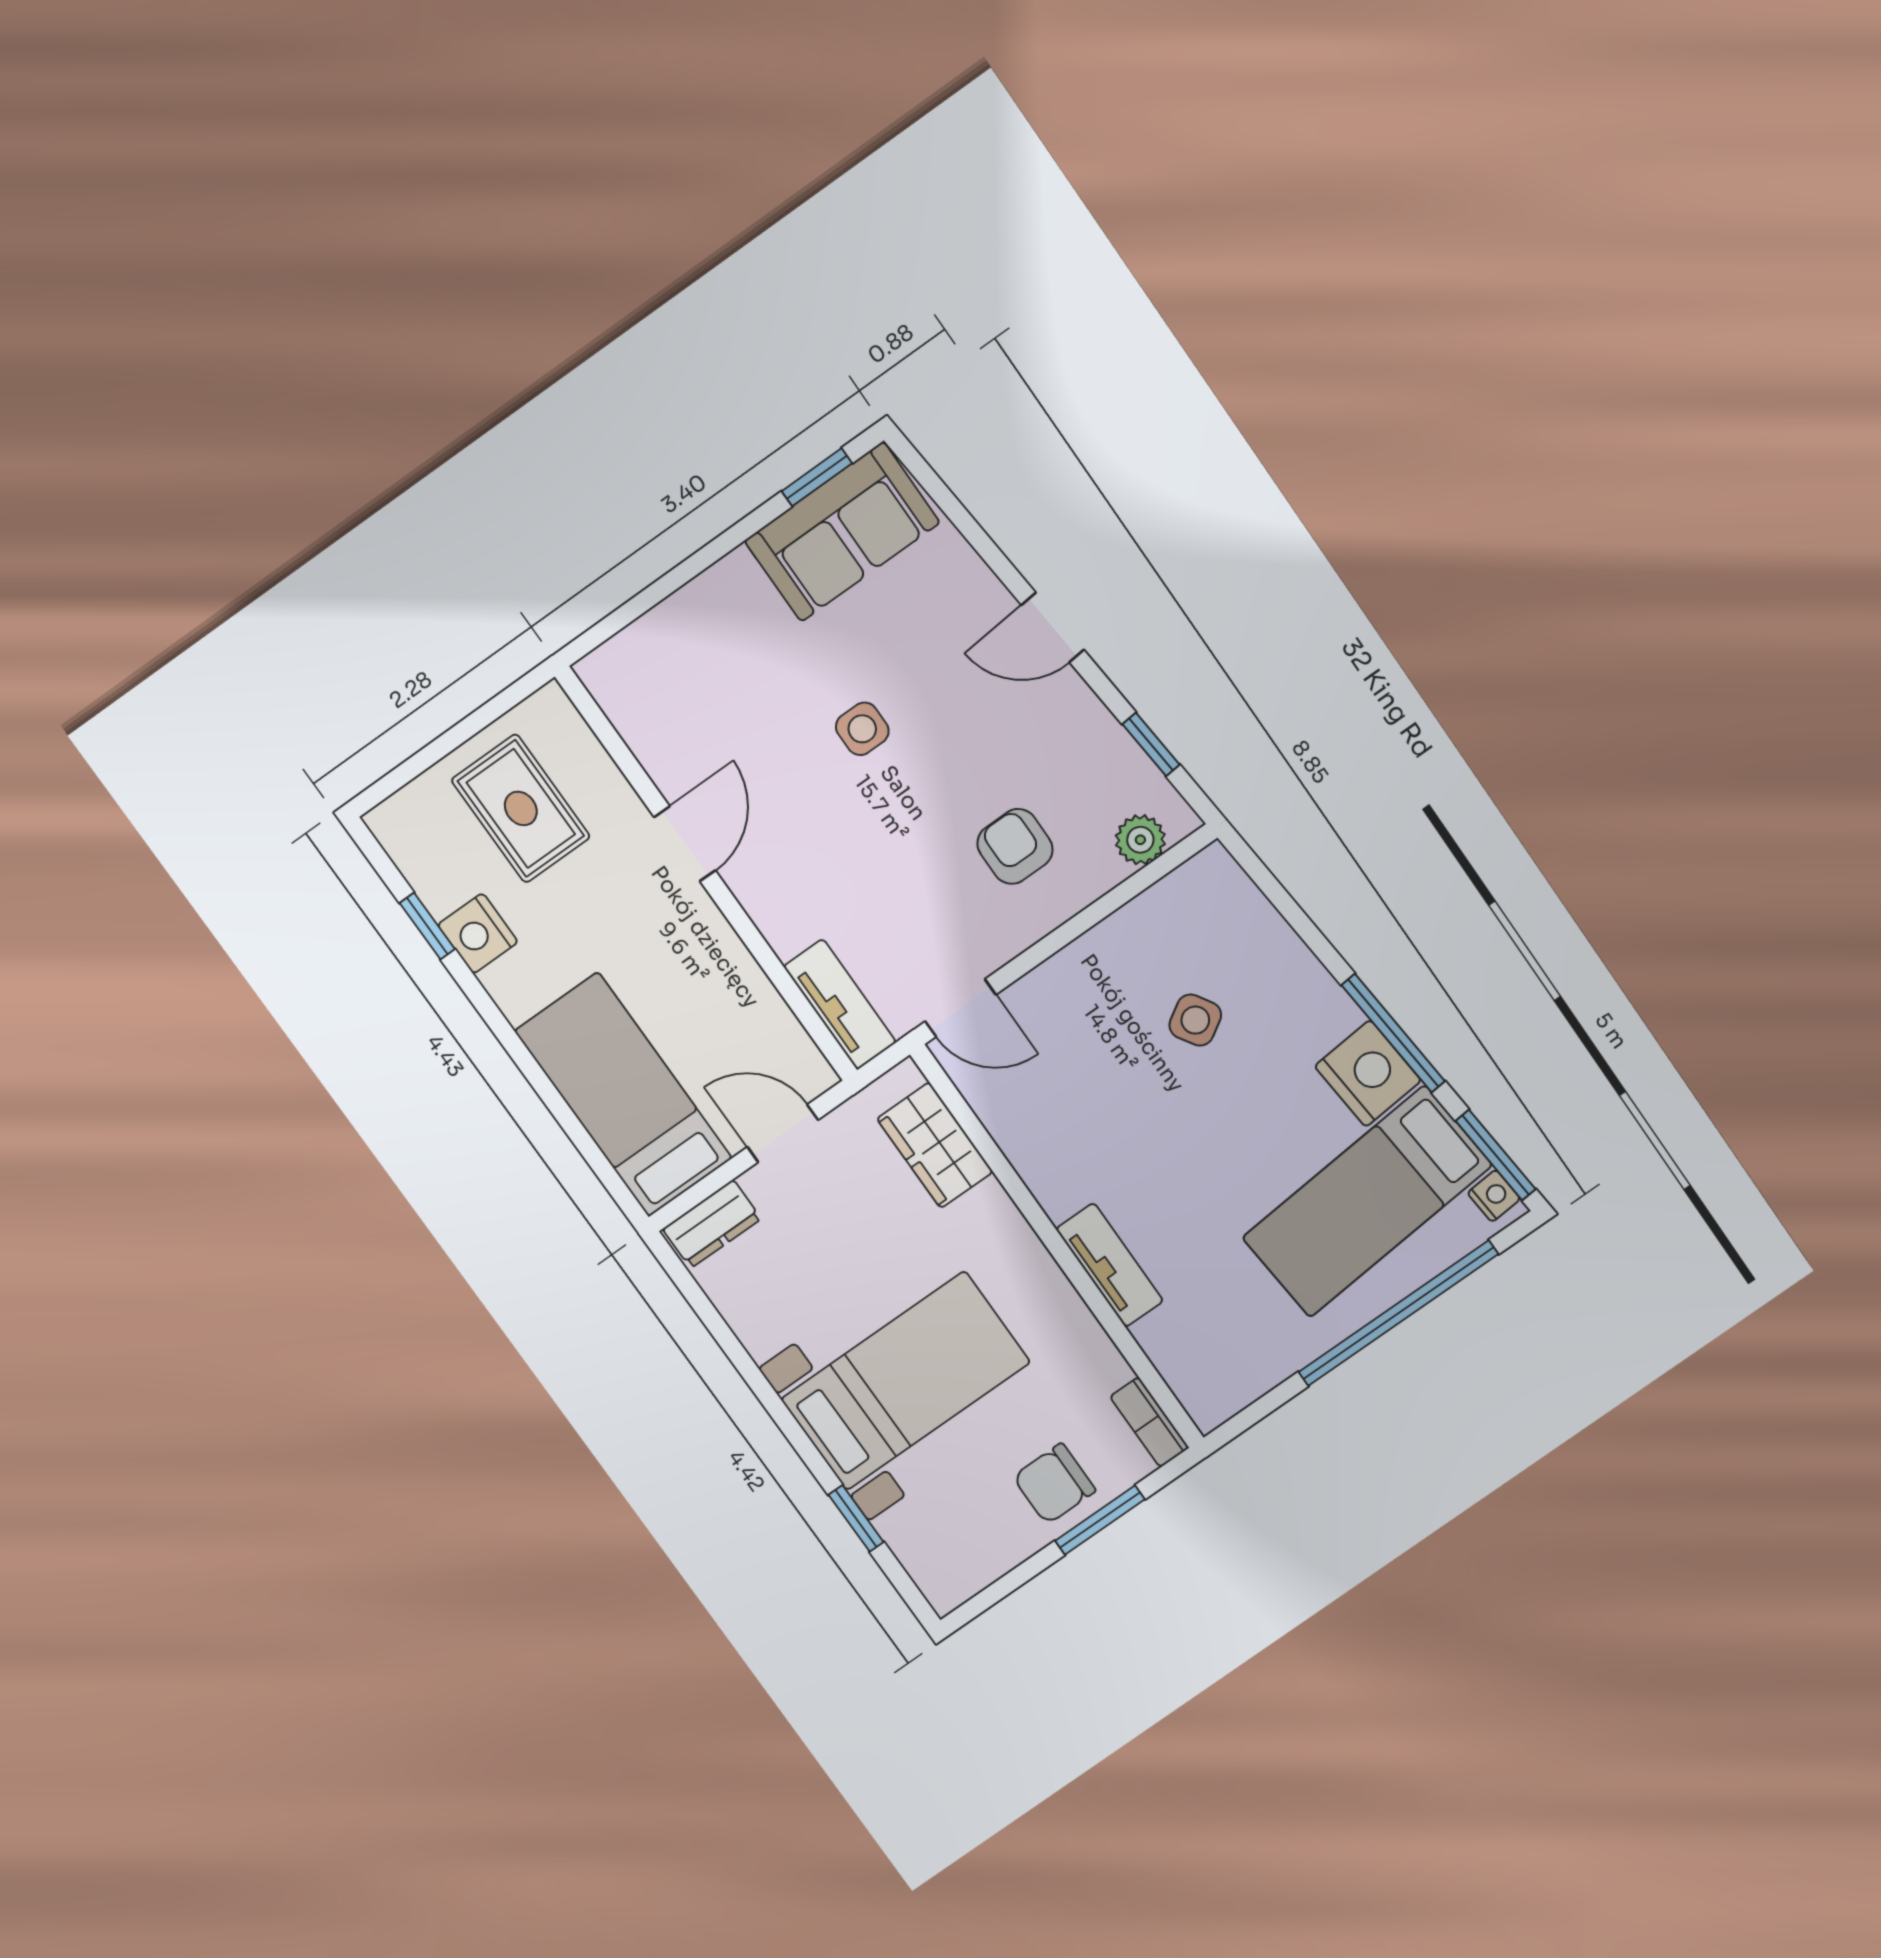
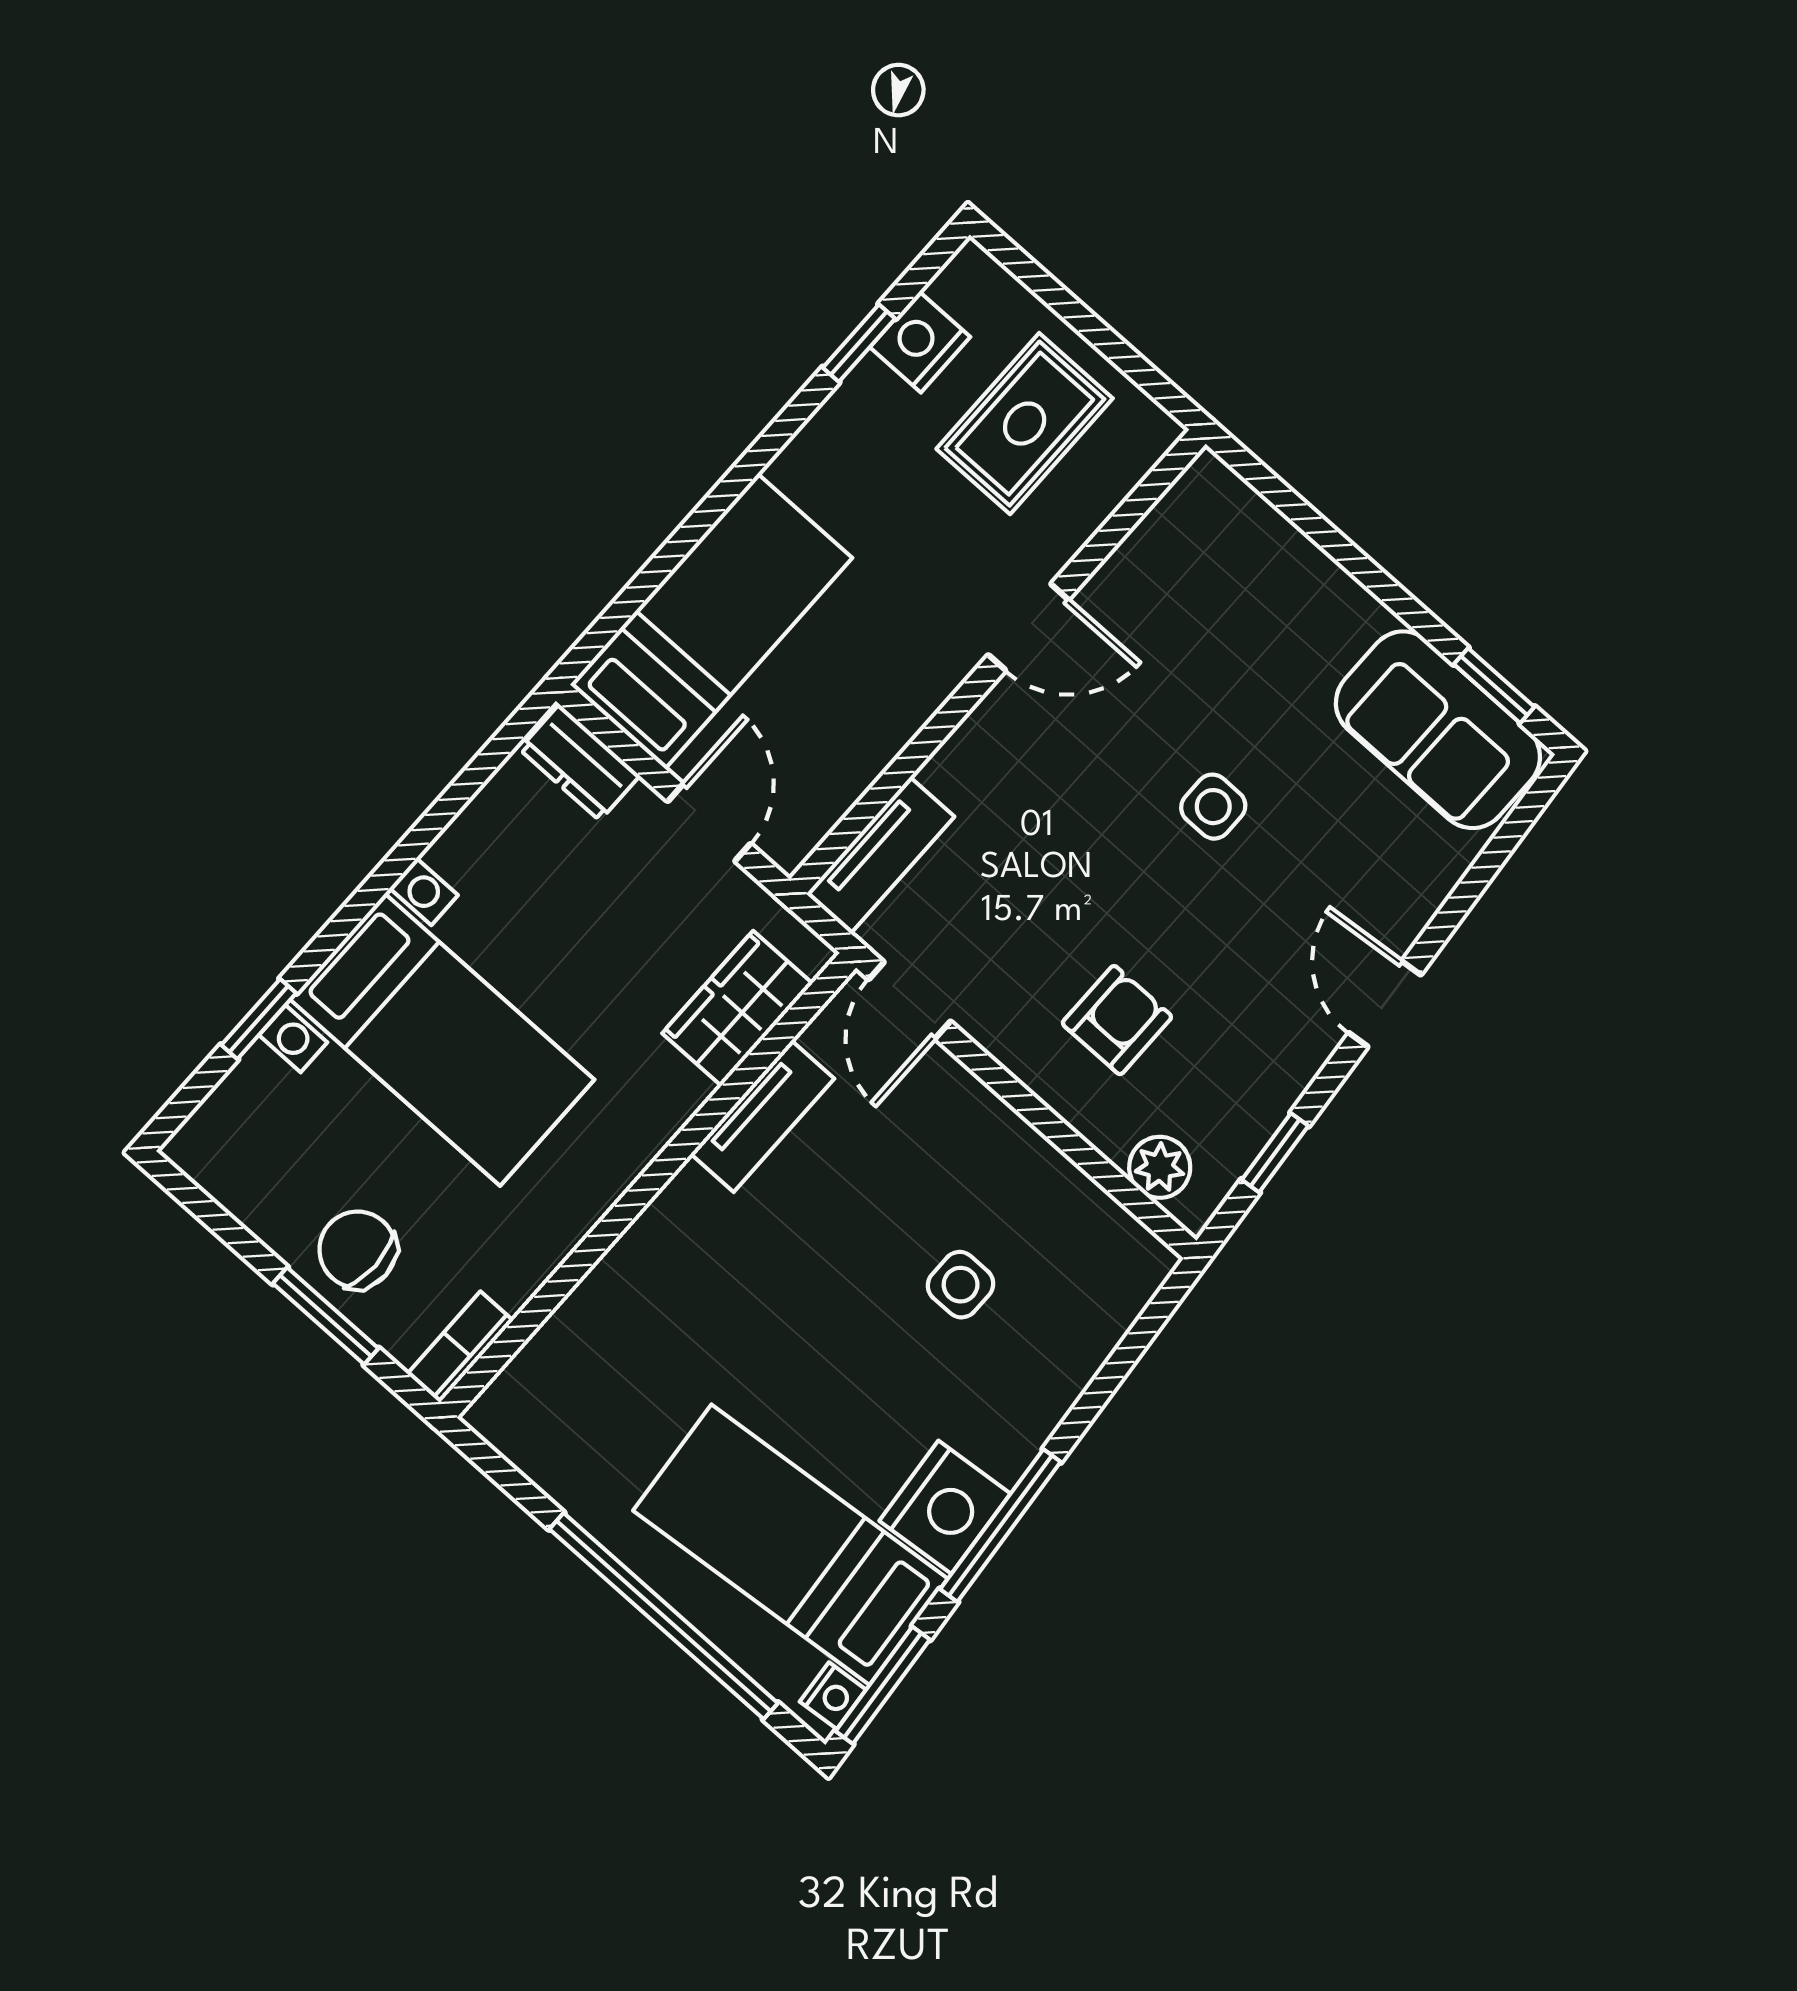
nightstand: (478, 933) -> (920, 342), moved
side table: (1195, 1020) -> (961, 1285), turned 32
tv unit: (1110, 1265) -> (762, 1116), moved

